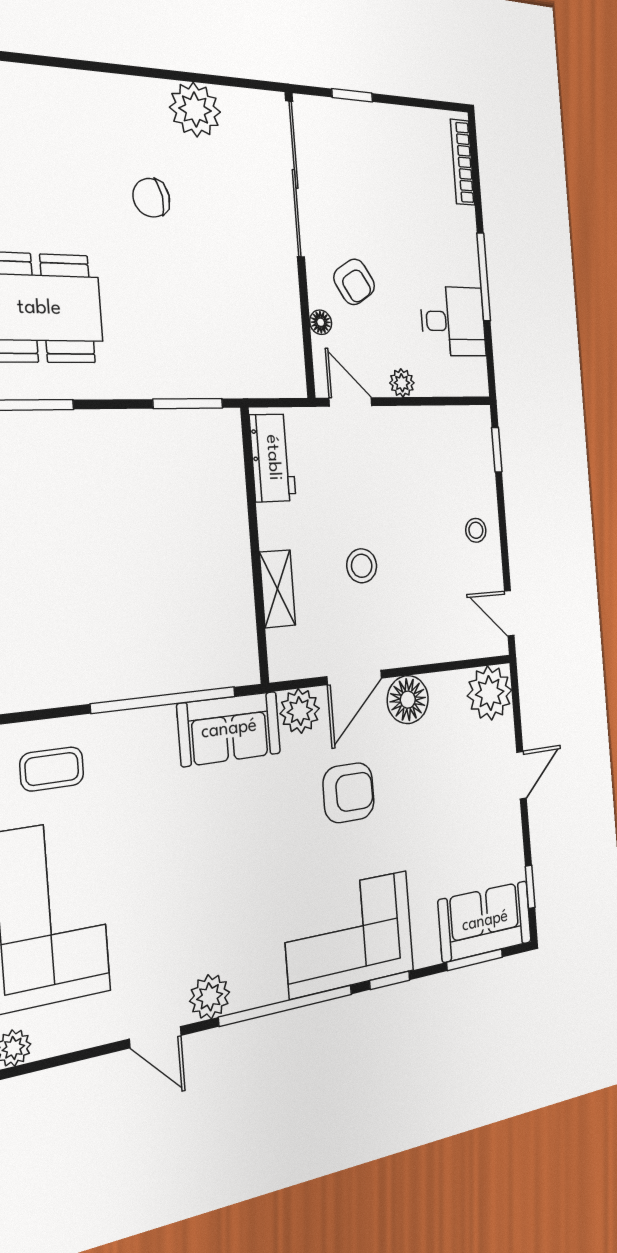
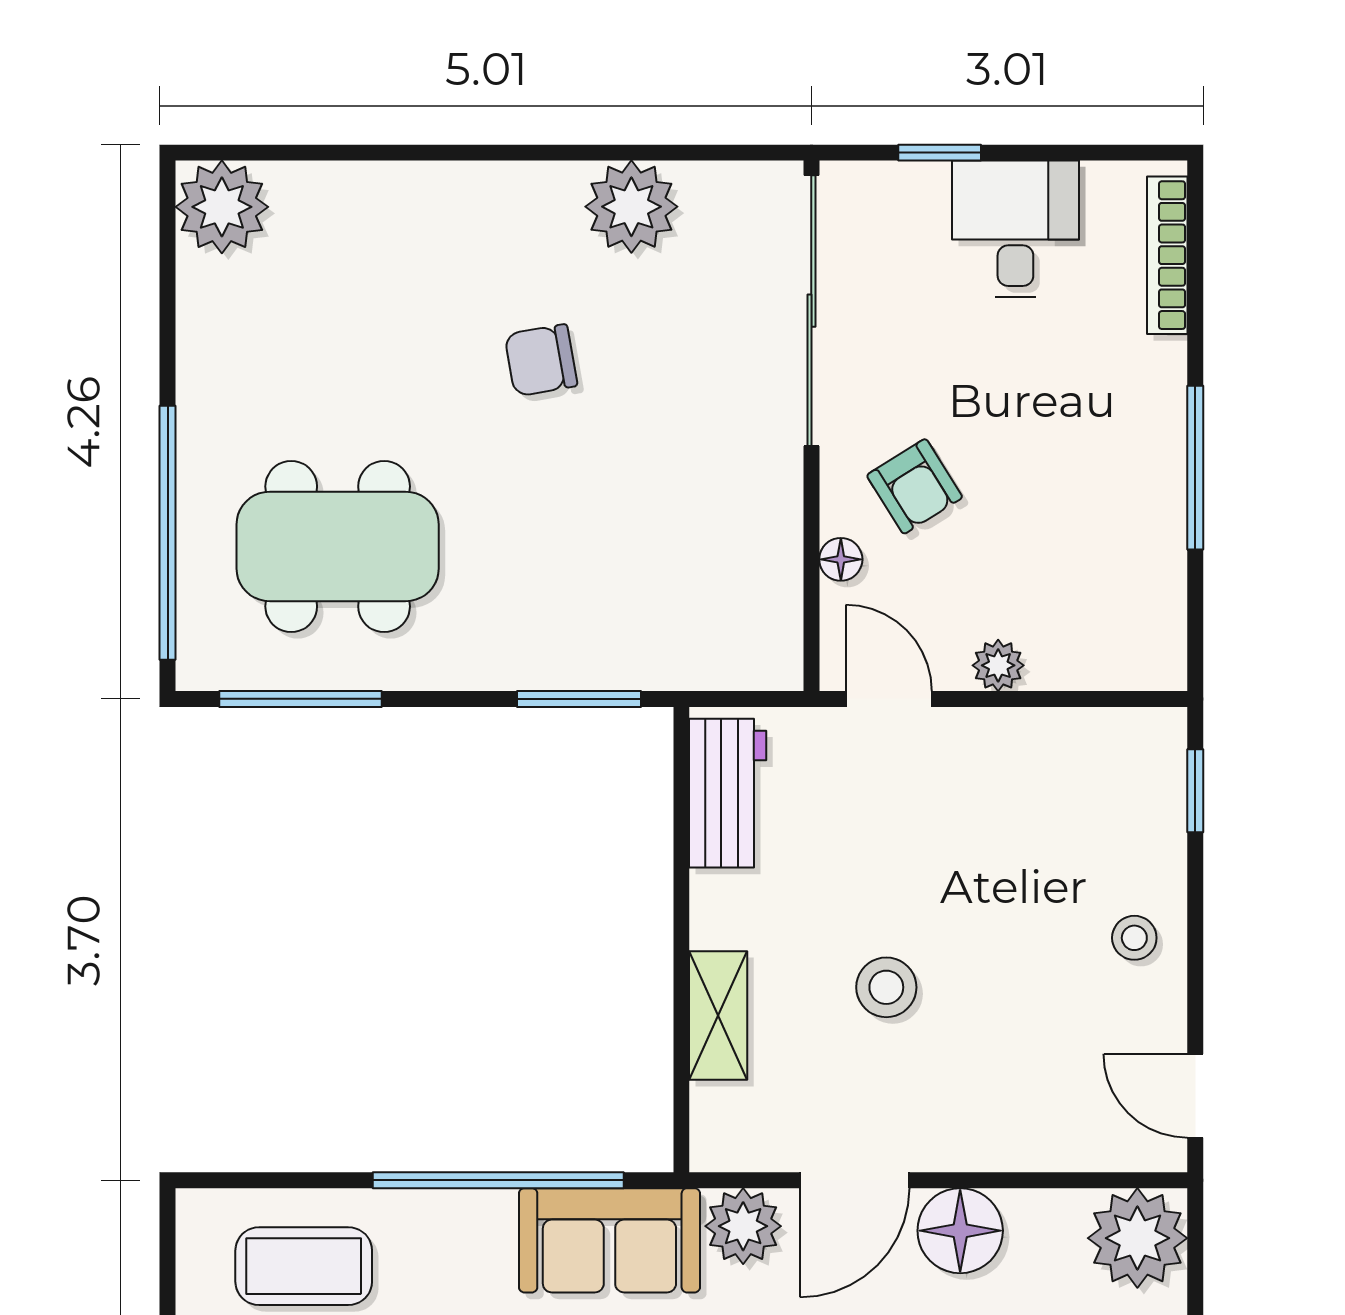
desk: (453, 321) -> (1015, 229), moved, turned -90
coffee table: (52, 769) -> (304, 1266), width x1.36, depth x1.30

